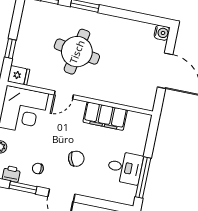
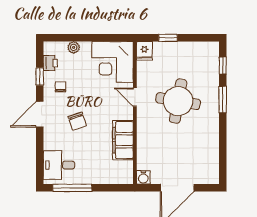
water cooler: (162, 33) -> (143, 177), moved
desk: (125, 168) -> (59, 165), moved, turned 90
window: (23, 188) -> (40, 77), width x0.67

